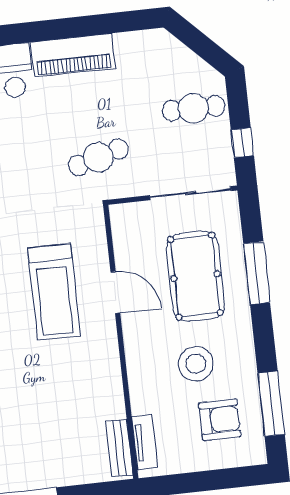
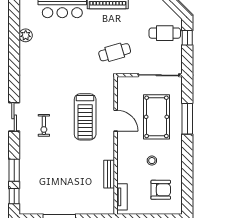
window: (242, 143) -> (187, 38), moved
stool: (196, 364) -> (152, 161), width x0.53, depth x0.53
window: (271, 404) -> (187, 185), removed
bench: (119, 448) -> (109, 174), moved

